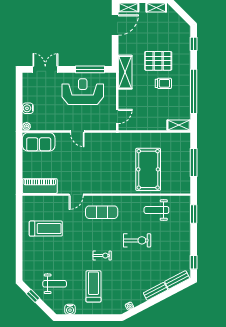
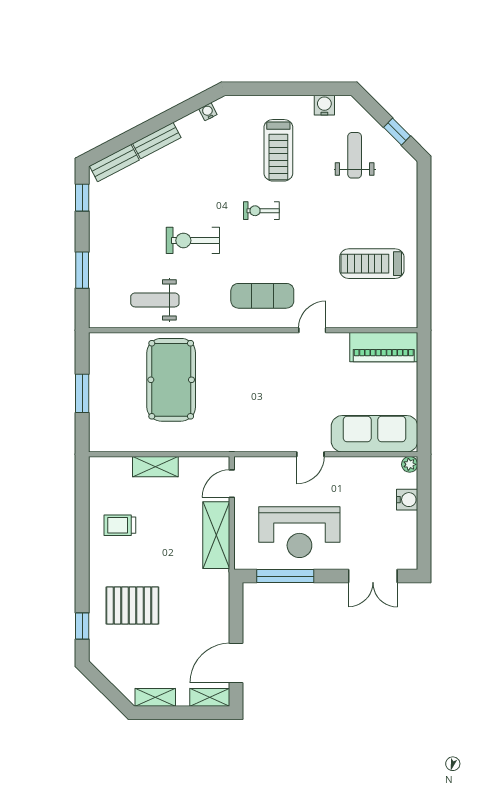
pallet: (158, 61) -> (132, 605), moved
shelving: (125, 72) -> (216, 535), moved
trolley: (163, 83) -> (120, 525), moved
window: (194, 91) -> (82, 533), removed
shelving: (179, 125) -> (155, 467), moved
door: (77, 131) -> (310, 454), swing flipped
sofa: (39, 142) -> (374, 434), width x1.36
window: (194, 162) -> (82, 393), width x0.69
weight bench: (156, 210) -> (155, 300), turned 180
window: (194, 214) -> (82, 270), moved
weight bench: (55, 284) -> (355, 155), turned 90

